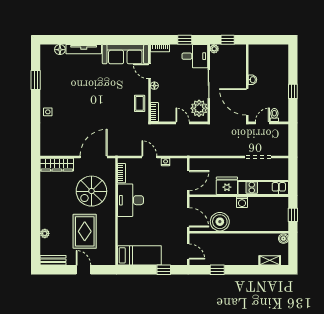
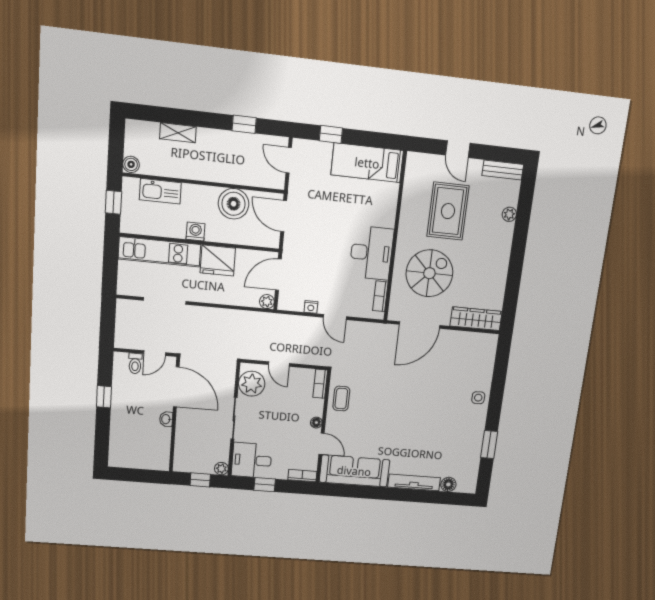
plant: (194, 163) -> (267, 302), added
kitchen sink: (265, 225) -> (160, 191), added
shelving: (270, 260) -> (178, 133), moved

